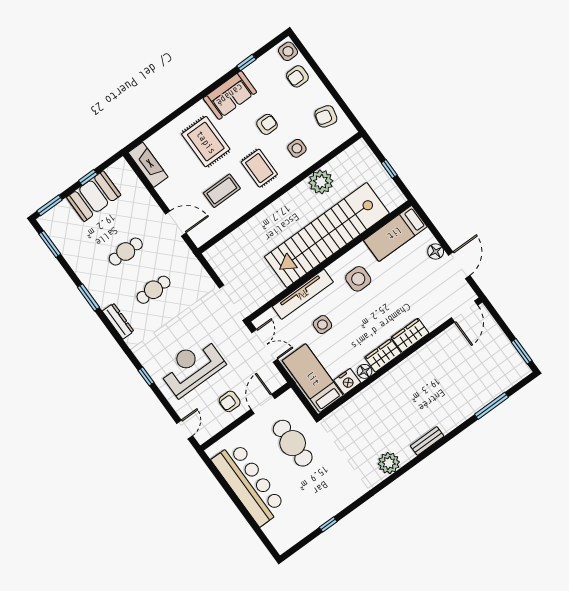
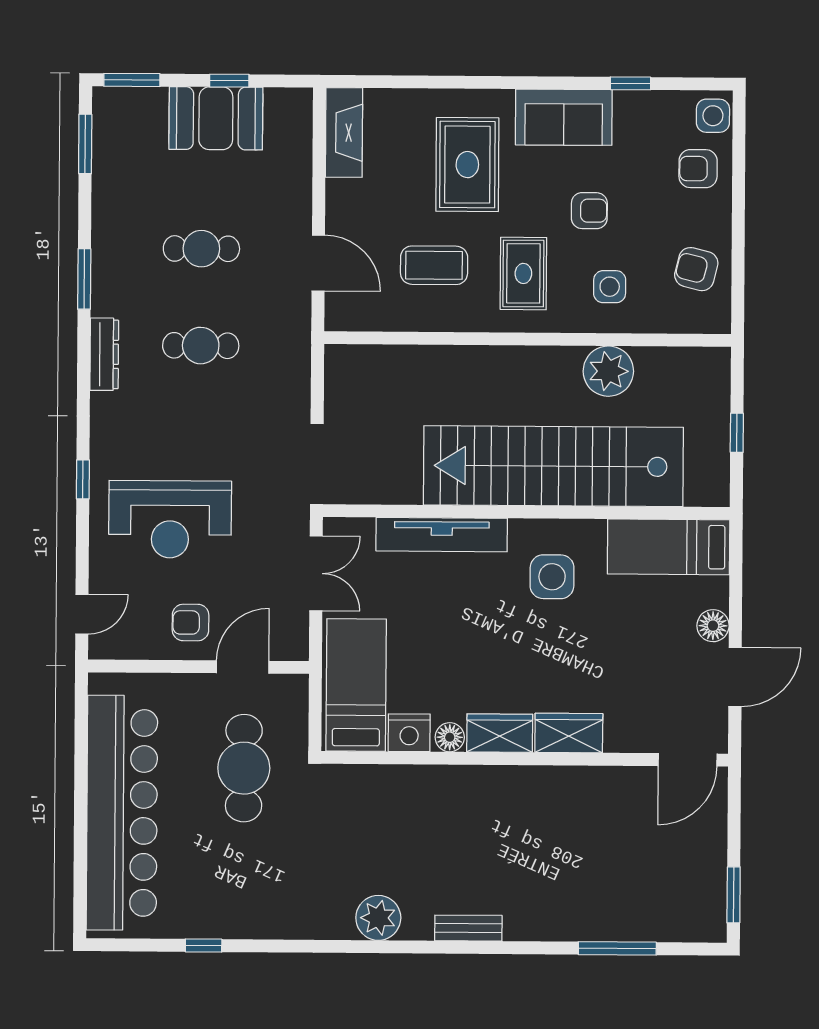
side table: (322, 325) -> (437, 609), removed
reception desk: (192, 367) -> (170, 519), turned 180
bar counter: (249, 484) -> (122, 813), width x1.36

